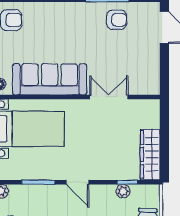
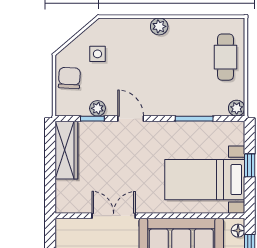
double door: (109, 97) -> (114, 216), swing flipped
door: (78, 182) -> (131, 119), moved

